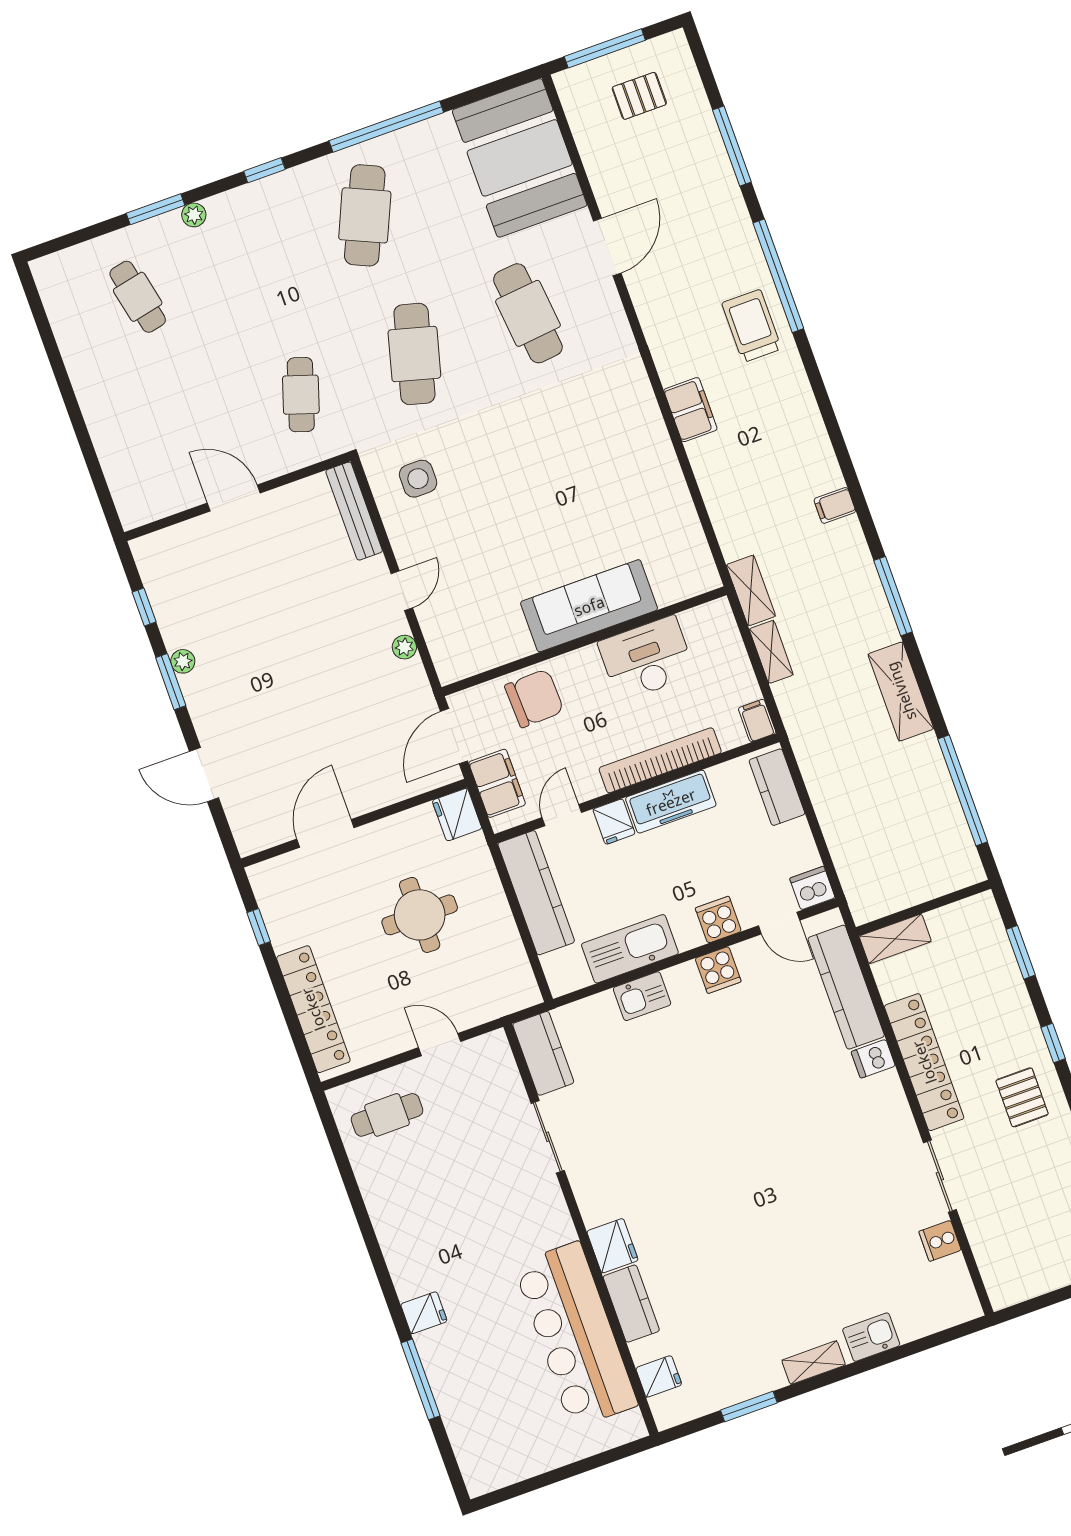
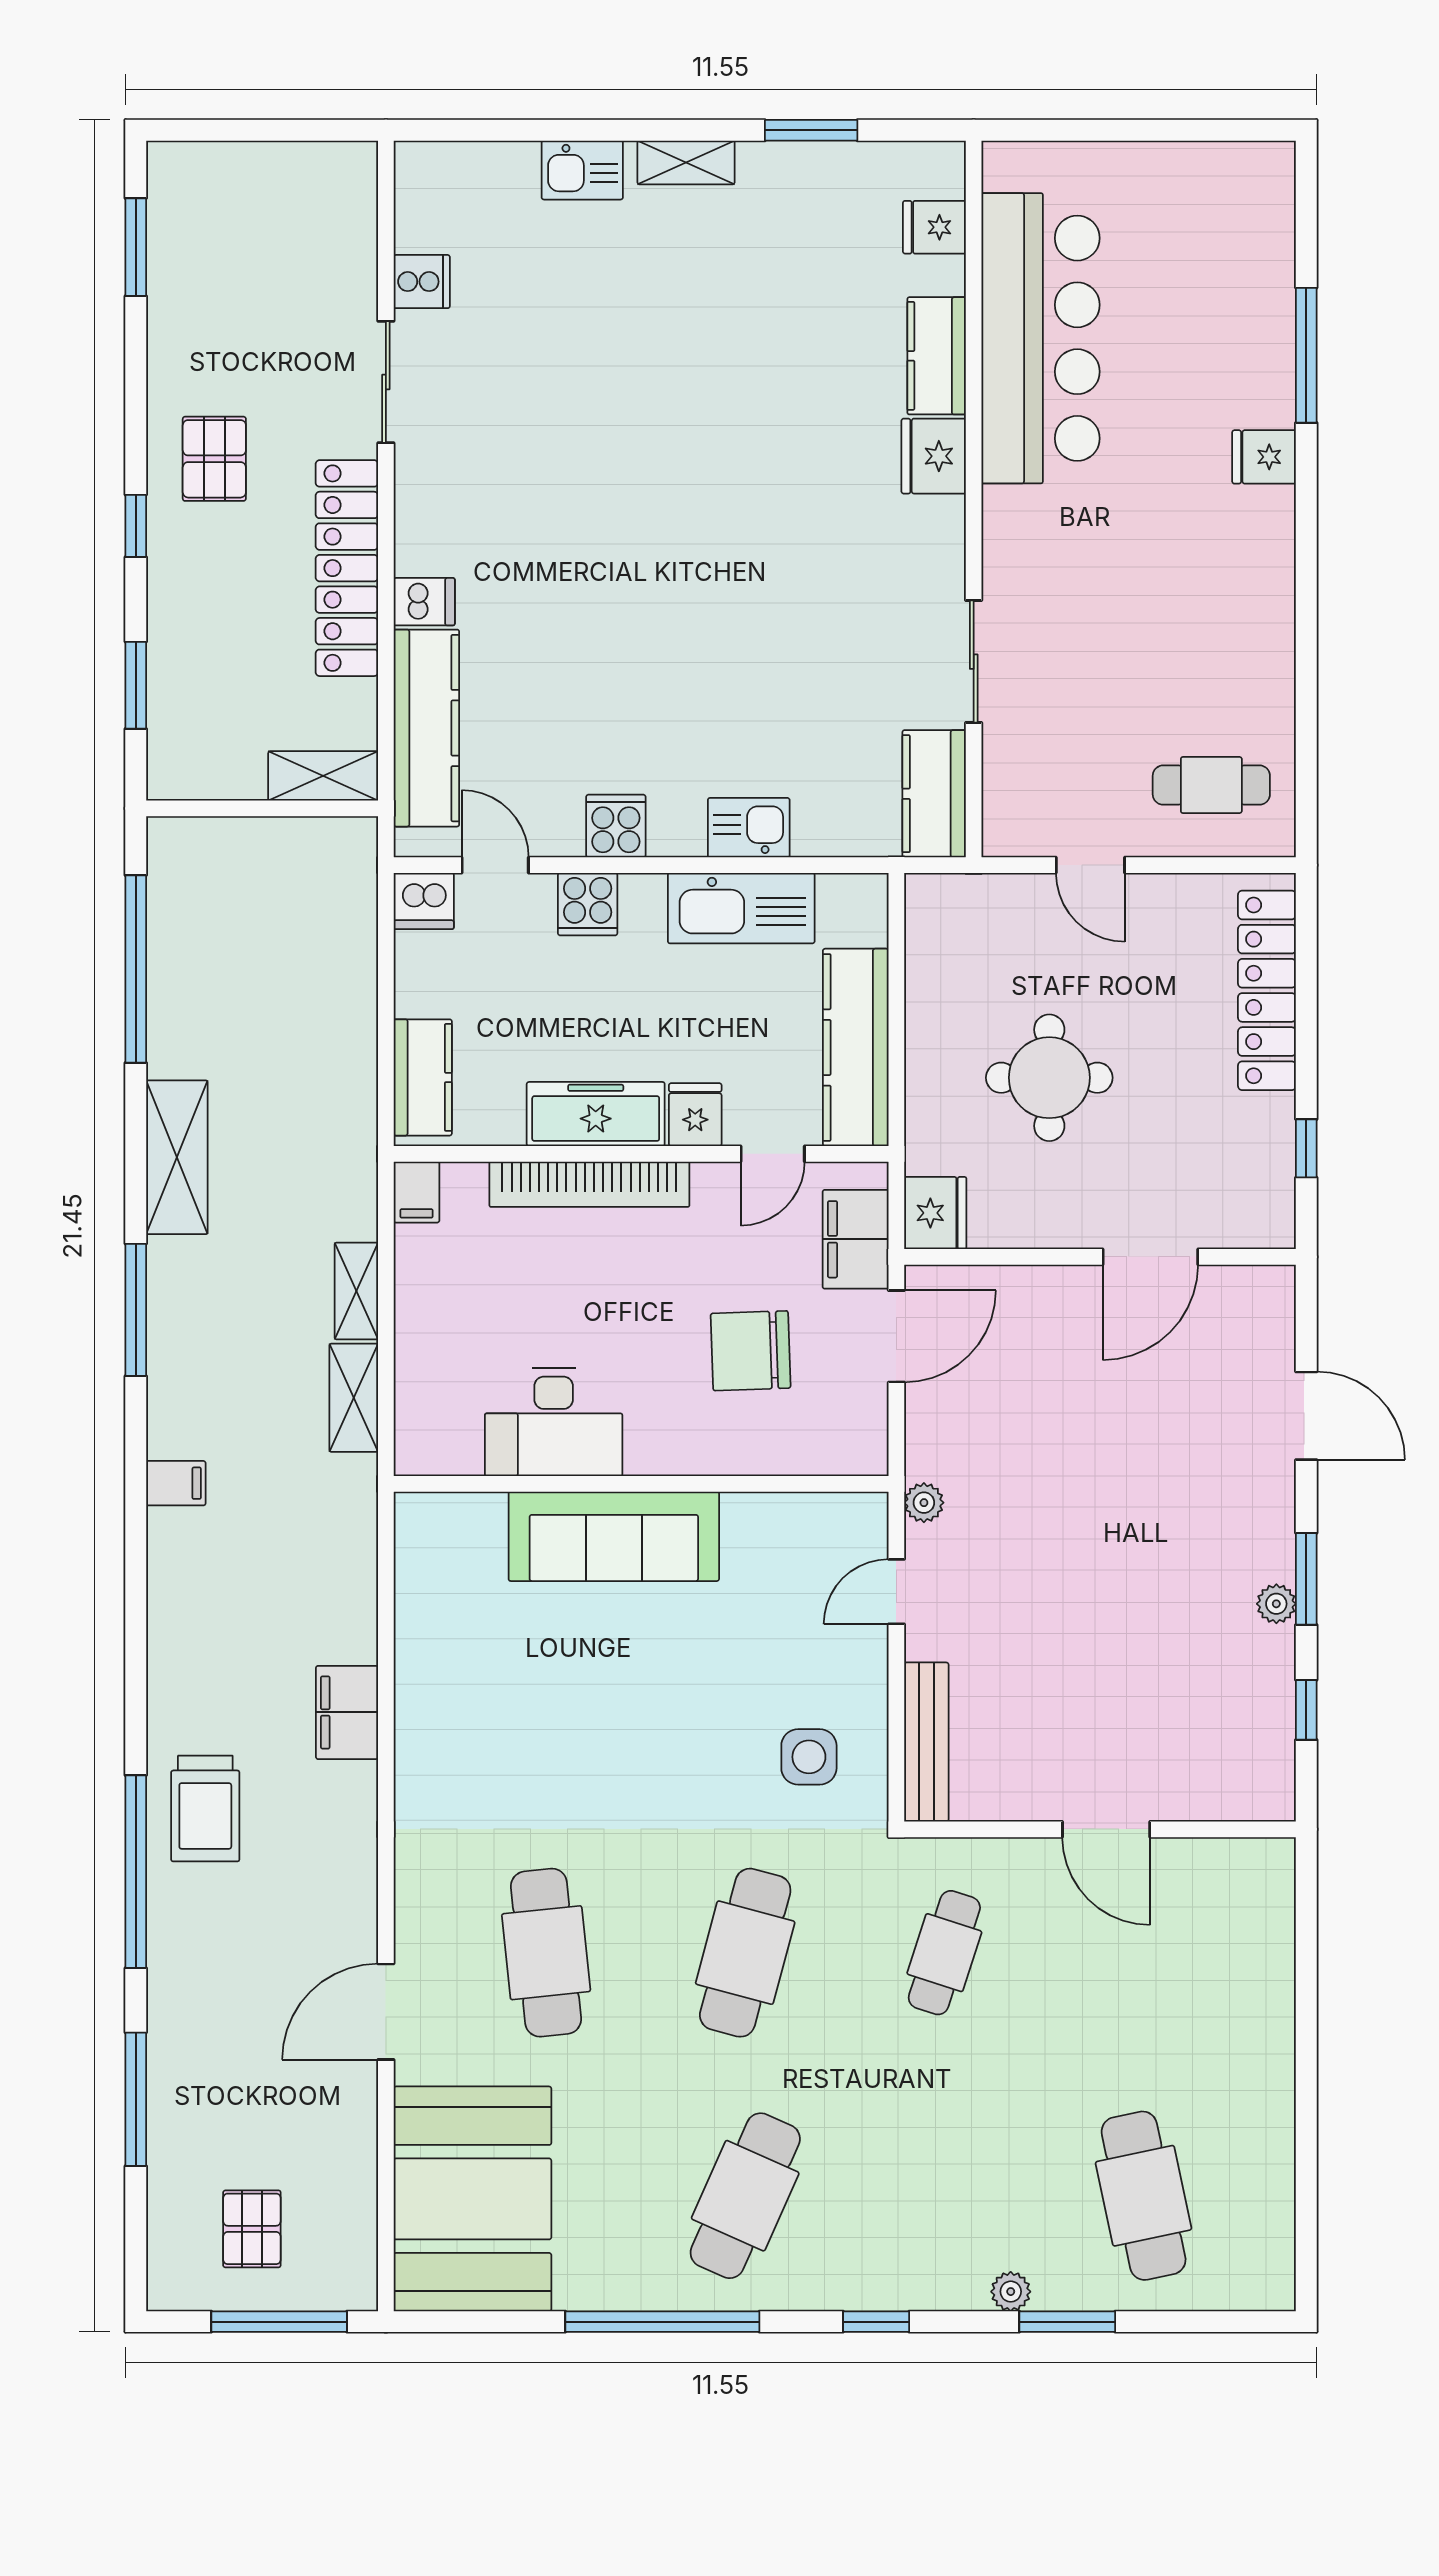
pallet: (639, 96) -> (252, 2229), turned 90
cafe table: (138, 297) -> (1144, 2196), width x1.37, depth x1.35
sofa: (589, 606) -> (614, 1536), moved
wall: (584, 641) -> (641, 1484), moved
desk: (647, 659) -> (554, 1422), moved

